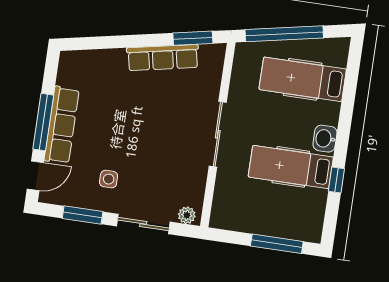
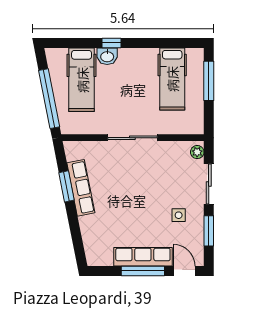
window: (193, 38) -> (67, 186), moved
washbasin: (325, 139) -> (107, 56), moved
hospital bed: (291, 167) -> (172, 79), moved
window: (336, 180) -> (112, 43), moved

